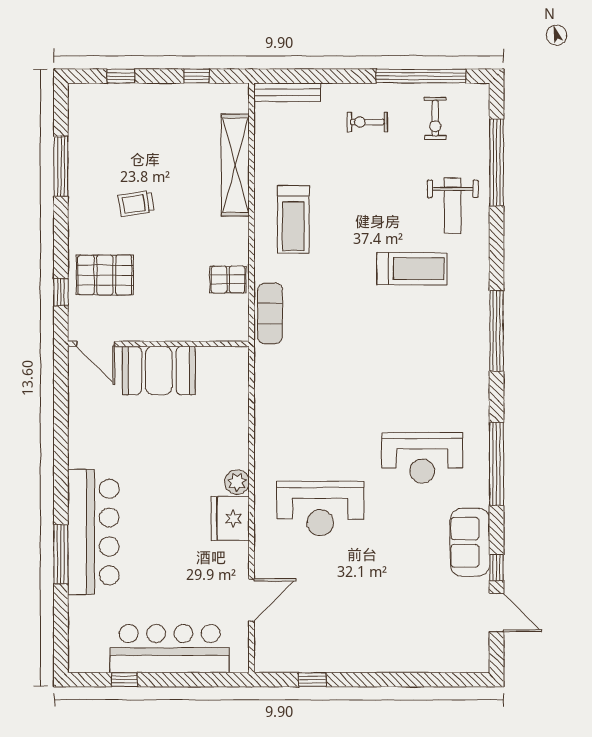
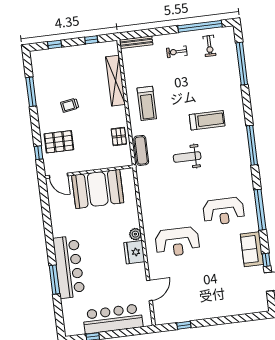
weight bench: (453, 206) -> (187, 157), moved, turned 90
pallet: (228, 280) -> (119, 137), turned 90
booth: (159, 370) -> (98, 189), width x1.36, depth x1.42

